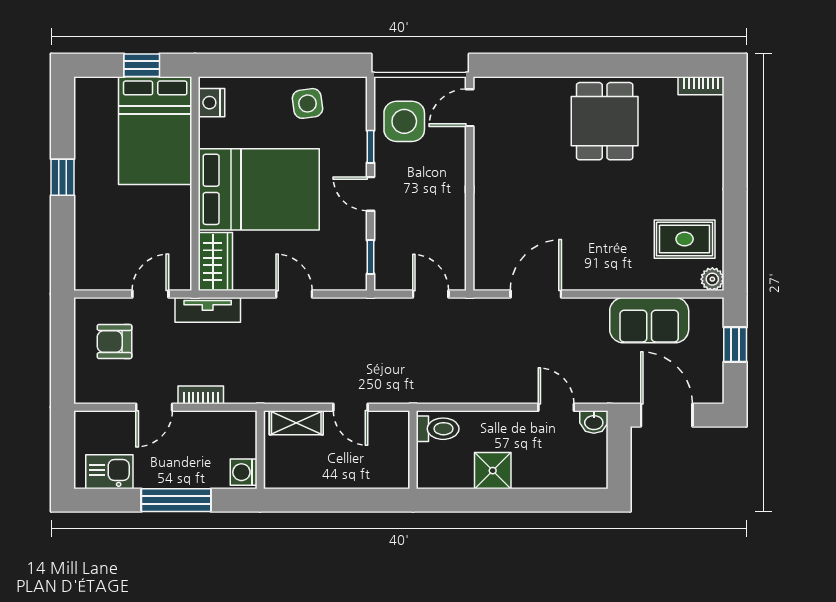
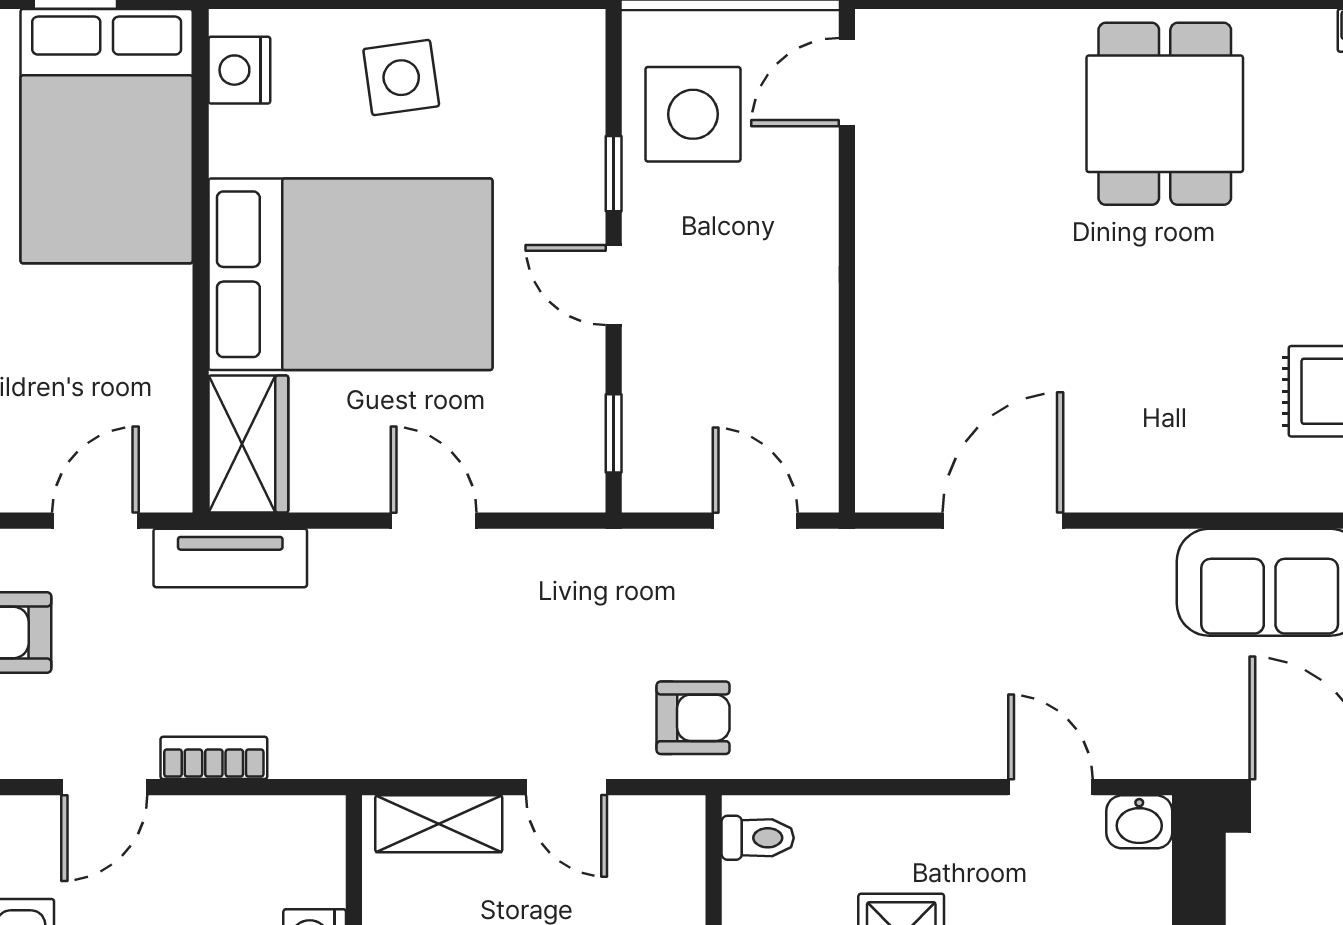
side table: (308, 103) -> (401, 78), moved
armchair: (404, 378) -> (693, 718), added
toilet: (438, 429) -> (758, 838), width x0.73, depth x0.72

